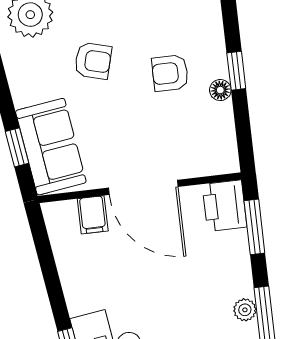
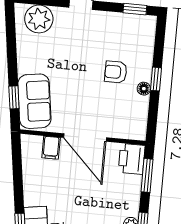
armchair: (93, 61) -> (71, 55), removed

